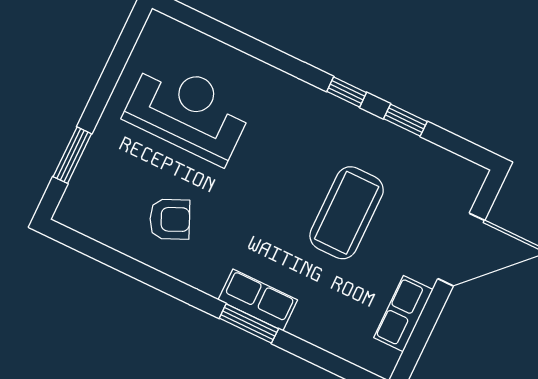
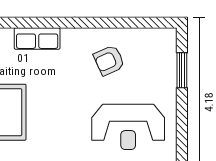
window: (249, 323) -> (36, 23), removed

